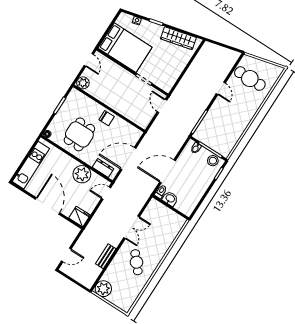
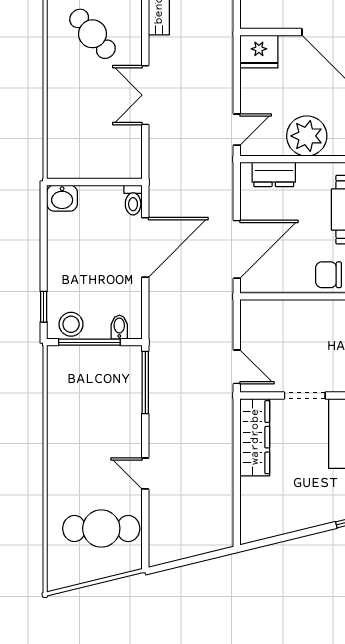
wardrobe: (178, 38) -> (255, 437), moved, turned 104
door: (128, 159) -> (237, 249), moved
washbasin: (170, 199) -> (62, 198), moved

